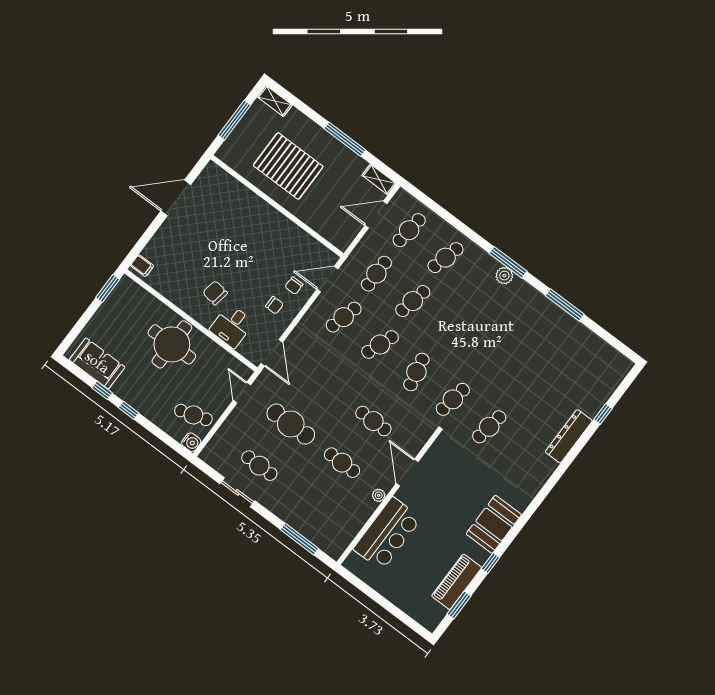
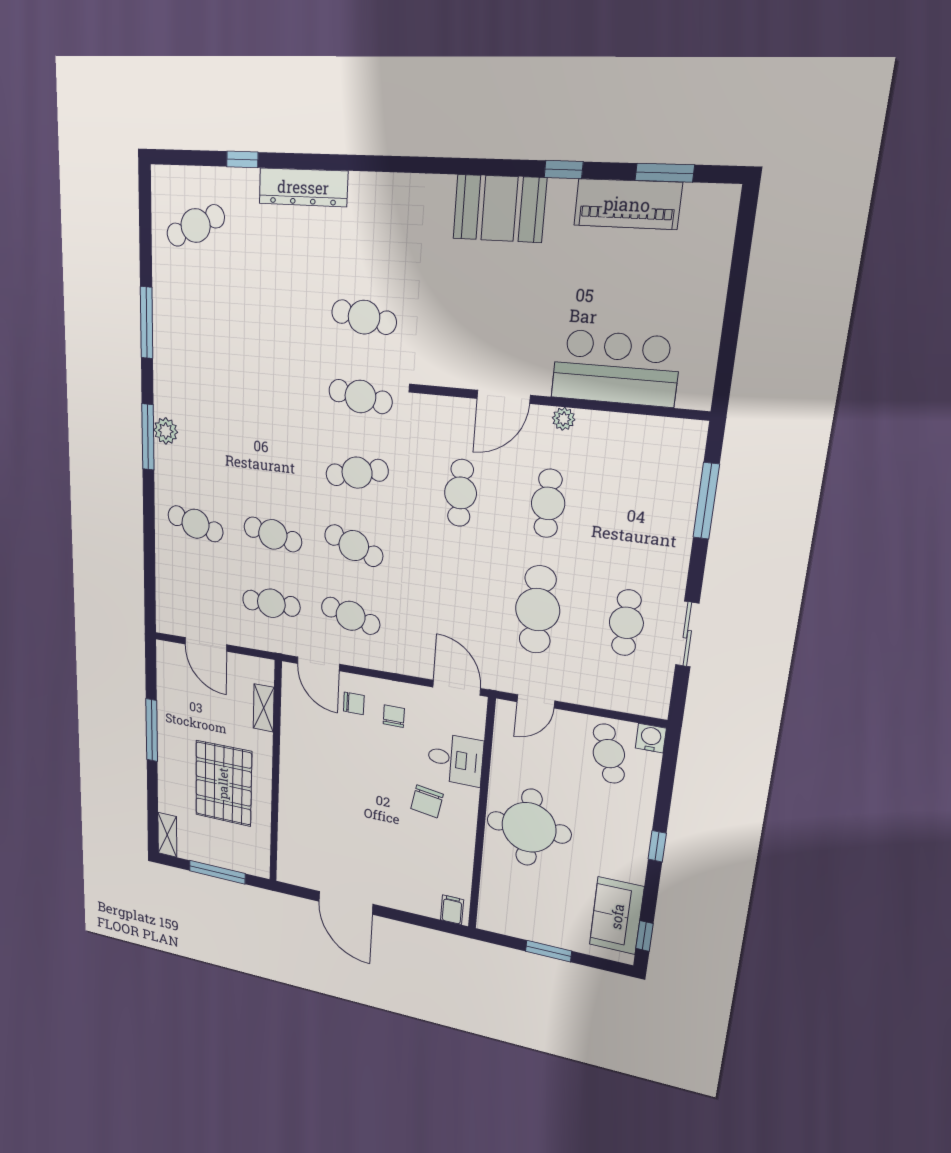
shelving: (379, 179) -> (264, 708), moved
cafe table: (409, 230) -> (196, 226), moved, turned -30
window: (108, 288) -> (549, 951), moved
door: (272, 353) -> (457, 688), hinge flipped
window: (102, 390) -> (644, 936), moved

